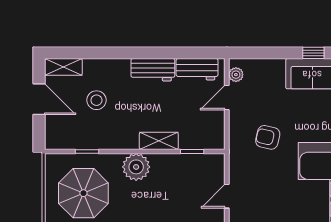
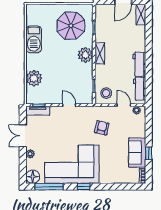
stool: (96, 100) -> (106, 93), moved
shelving: (159, 141) -> (100, 53), moved

